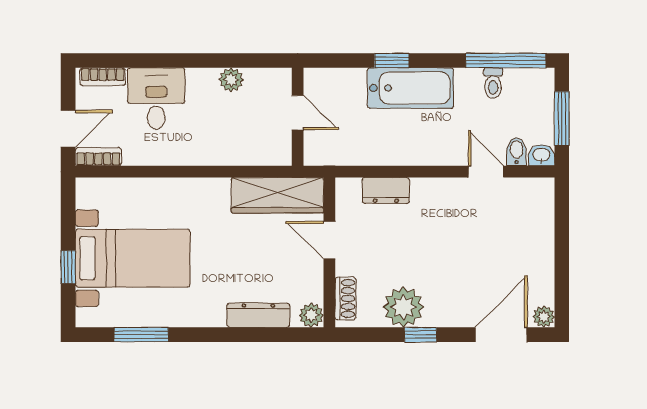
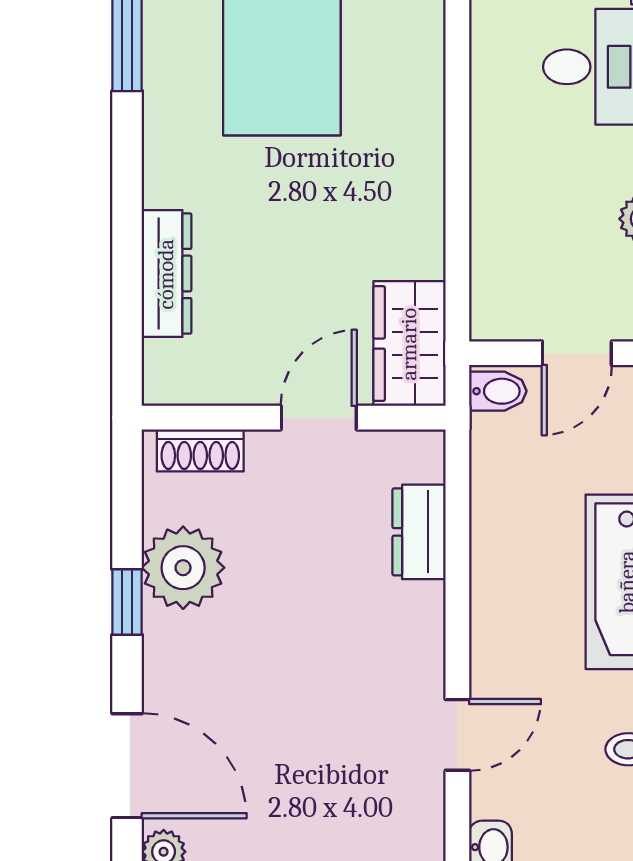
bidet: (516, 152) -> (498, 391), moved
wardrobe: (277, 195) -> (409, 344), width x0.67
plant: (311, 315) -> (167, 381), removed

